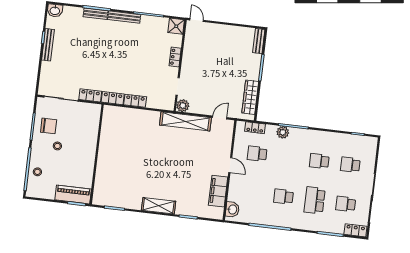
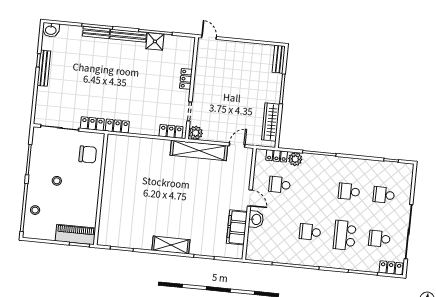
shower: (176, 26) -> (155, 41), moved
locker: (135, 101) -> (171, 131), moved
chair: (49, 126) -> (88, 154), moved
plant: (283, 132) -> (295, 159), moved
washbasin: (232, 209) -> (256, 219), moved

